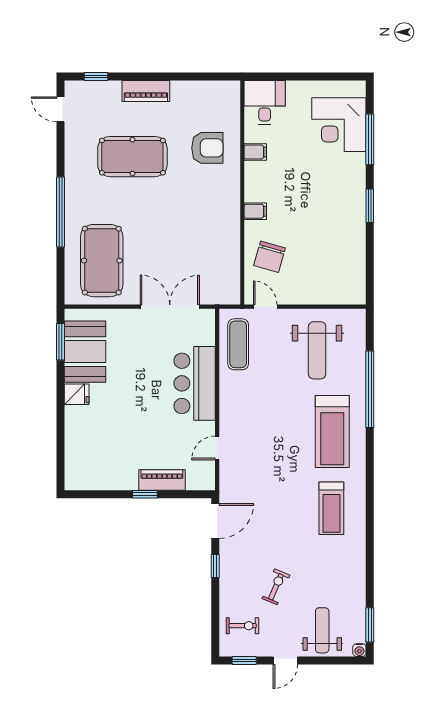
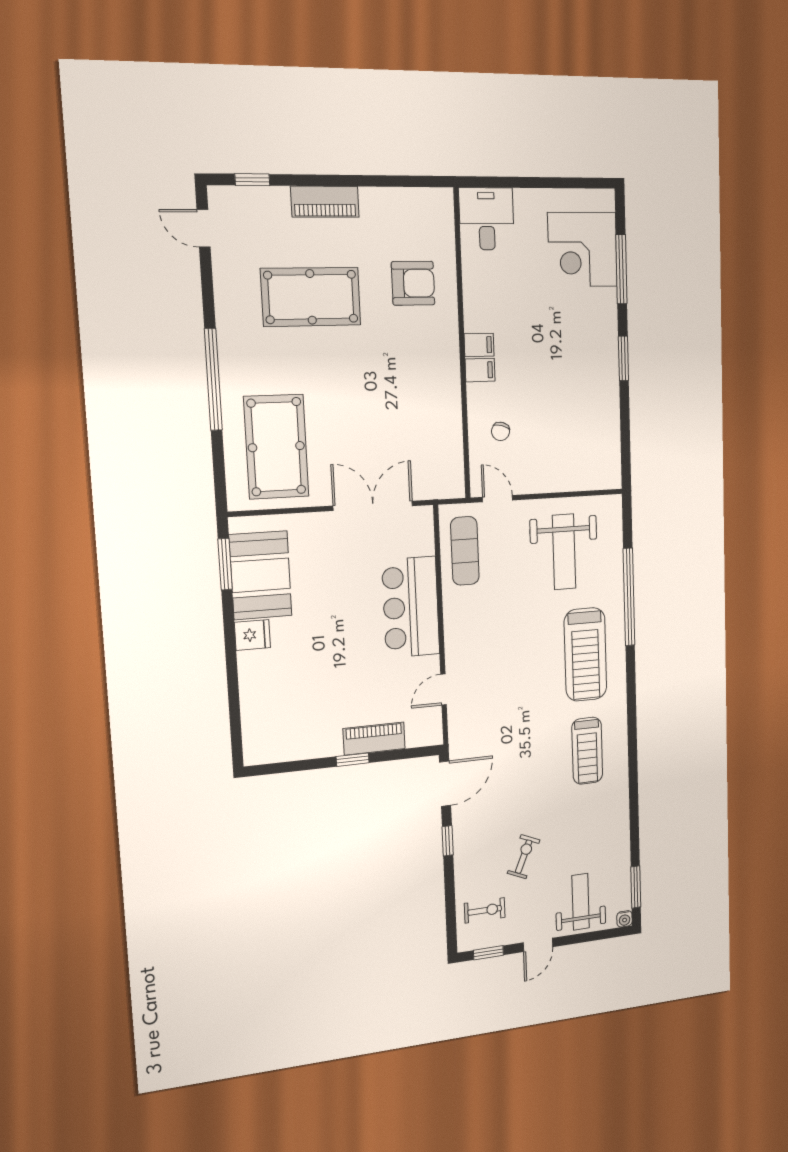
filing cabinet: (255, 152) -> (479, 345), moved
chair: (270, 257) -> (501, 431), width x0.54, depth x0.54

